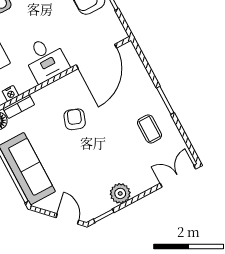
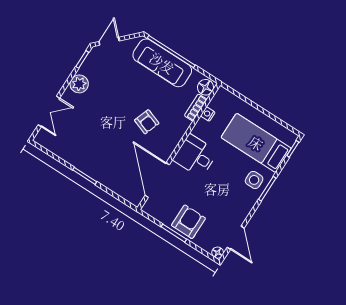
coffee table: (149, 129) -> (84, 147), removed
double door: (178, 176) -> (49, 111), moved
door: (67, 219) -> (109, 41), swing flipped

